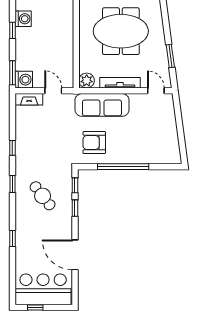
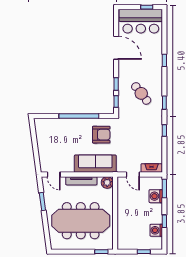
meeting table: (121, 31) -> (81, 221), width x1.36
washing machine: (24, 80) -> (156, 196), moved

